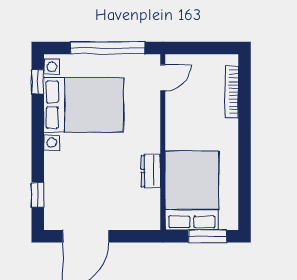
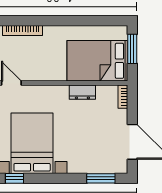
window: (38, 195) -> (101, 178), width x1.50
bookcase: (145, 224) -> (123, 97), added

